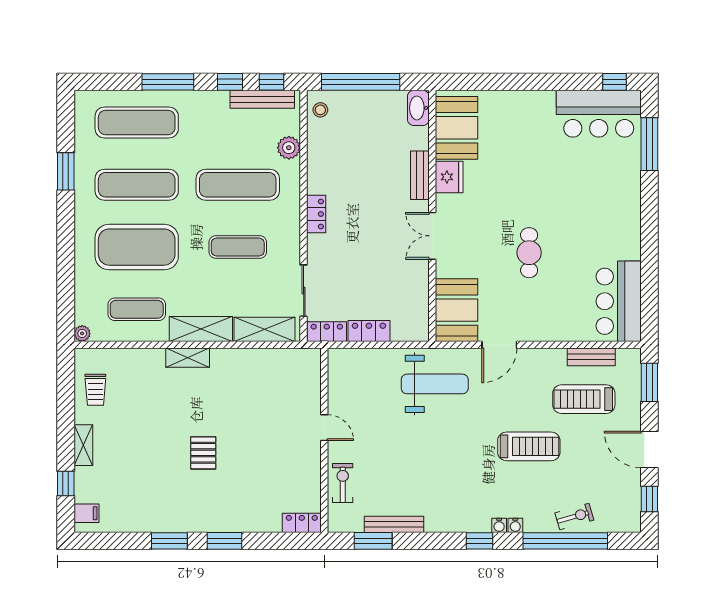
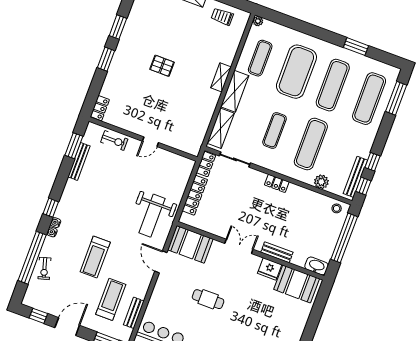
window: (168, 82) -> (396, 98), moved
locker: (369, 331) -> (195, 195), width x1.53

